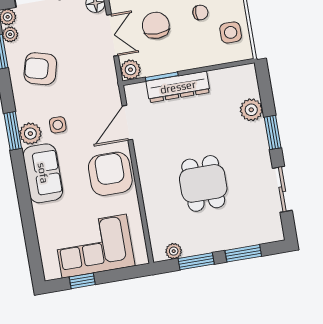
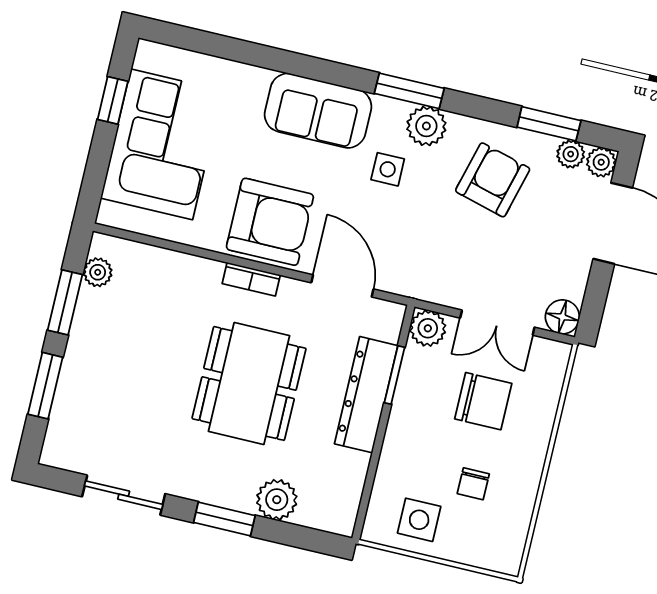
plant: (30, 134) -> (426, 126), moved
bookcase: (144, 171) -> (251, 279), added
dining table: (203, 183) -> (249, 383), moved, width x1.37

